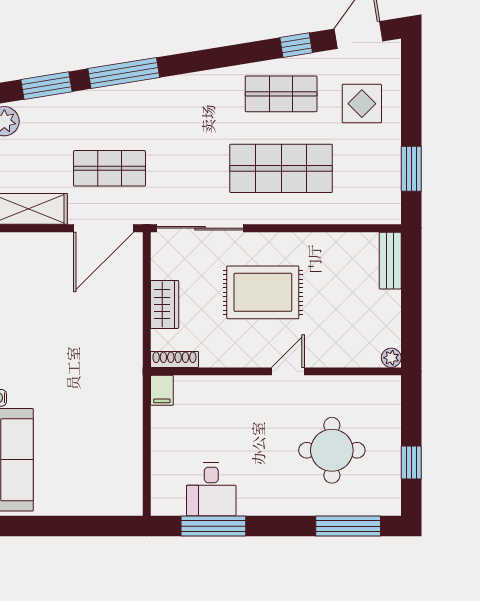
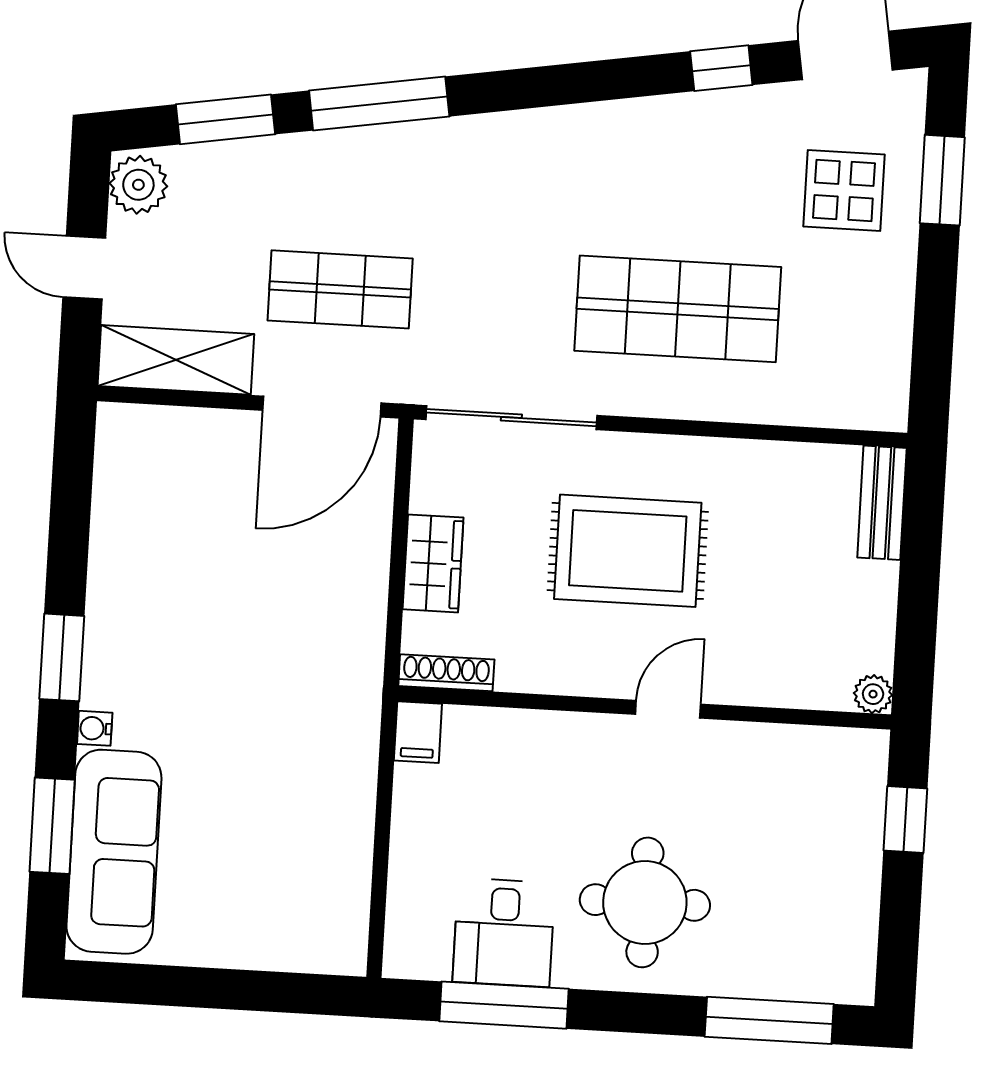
shop shelf: (281, 94) -> (686, 162), removed
window: (411, 169) -> (942, 180), moved
round table: (332, 450) -> (645, 902), moved
window: (411, 463) -> (905, 819), moved

